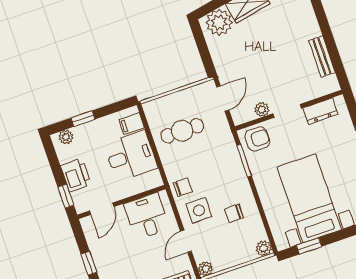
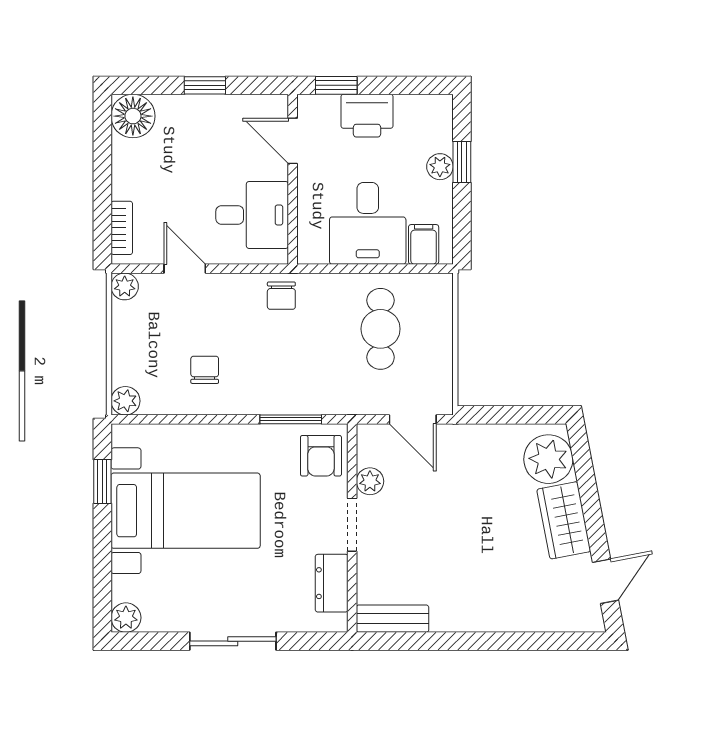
bench: (322, 57) -> (393, 619), moved
plant: (66, 137) -> (440, 167), moved
side table: (199, 210) -> (231, 310), removed

